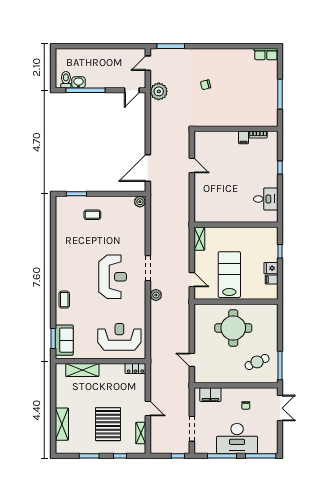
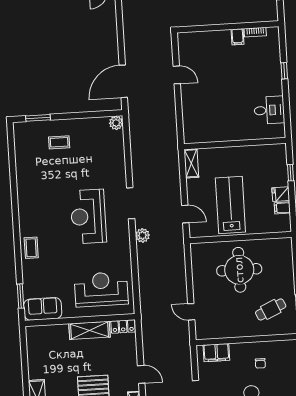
reception desk: (113, 277) -> (88, 216), turned 180
sofa: (64, 340) -> (43, 309), moved, turned -90
shelving: (82, 370) -> (89, 330), moved

